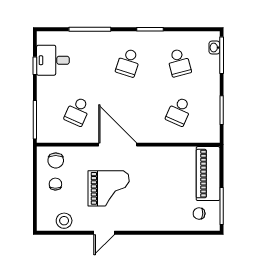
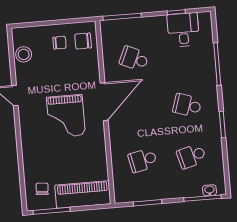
school desk: (179, 111) -> (143, 160), turned -36
grand piano: (109, 188) -> (66, 116), moved

